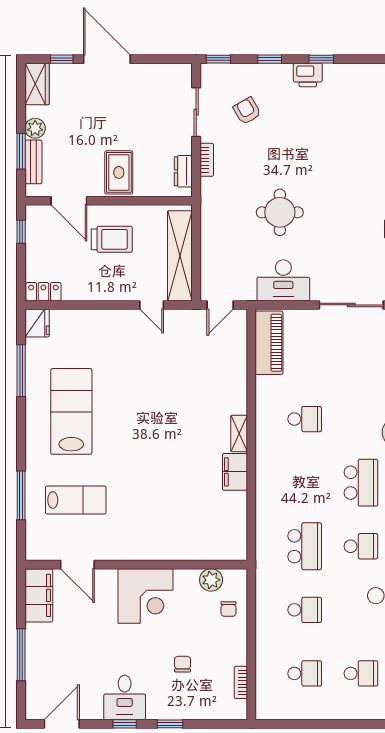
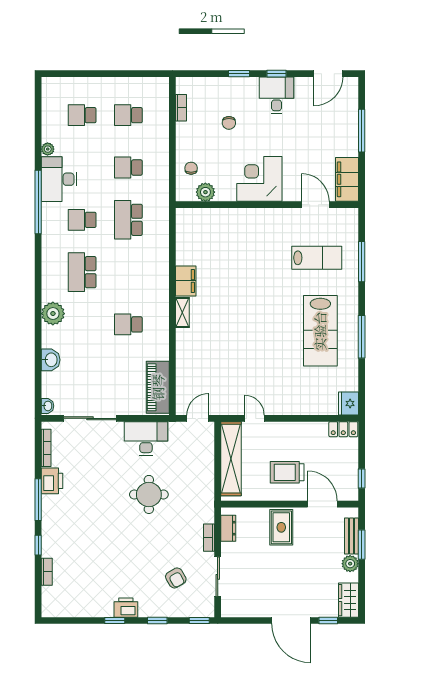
window: (21, 371) -> (362, 337), moved
lab bench: (76, 500) -> (317, 258), turned 180

